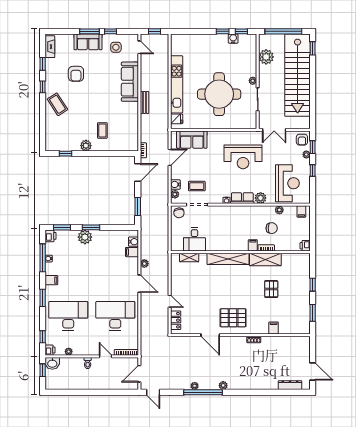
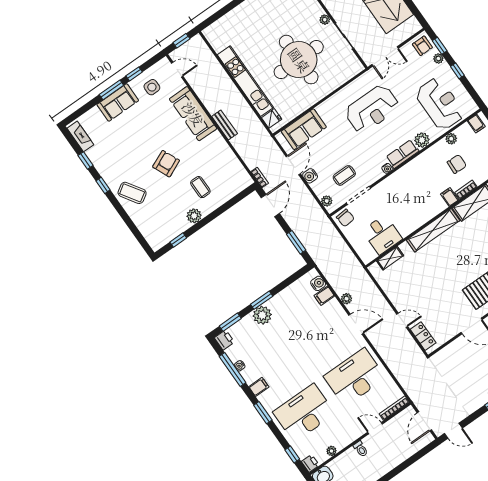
armchair: (76, 74) -> (166, 164), moved, turned -114
water cooler: (175, 184) -> (310, 176), moved

